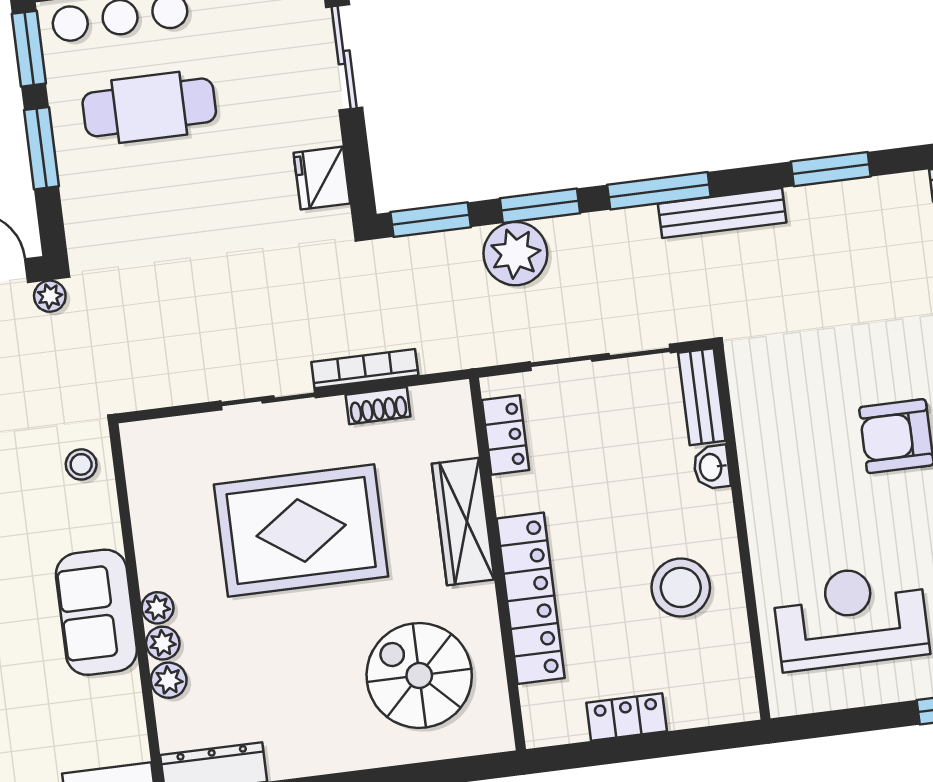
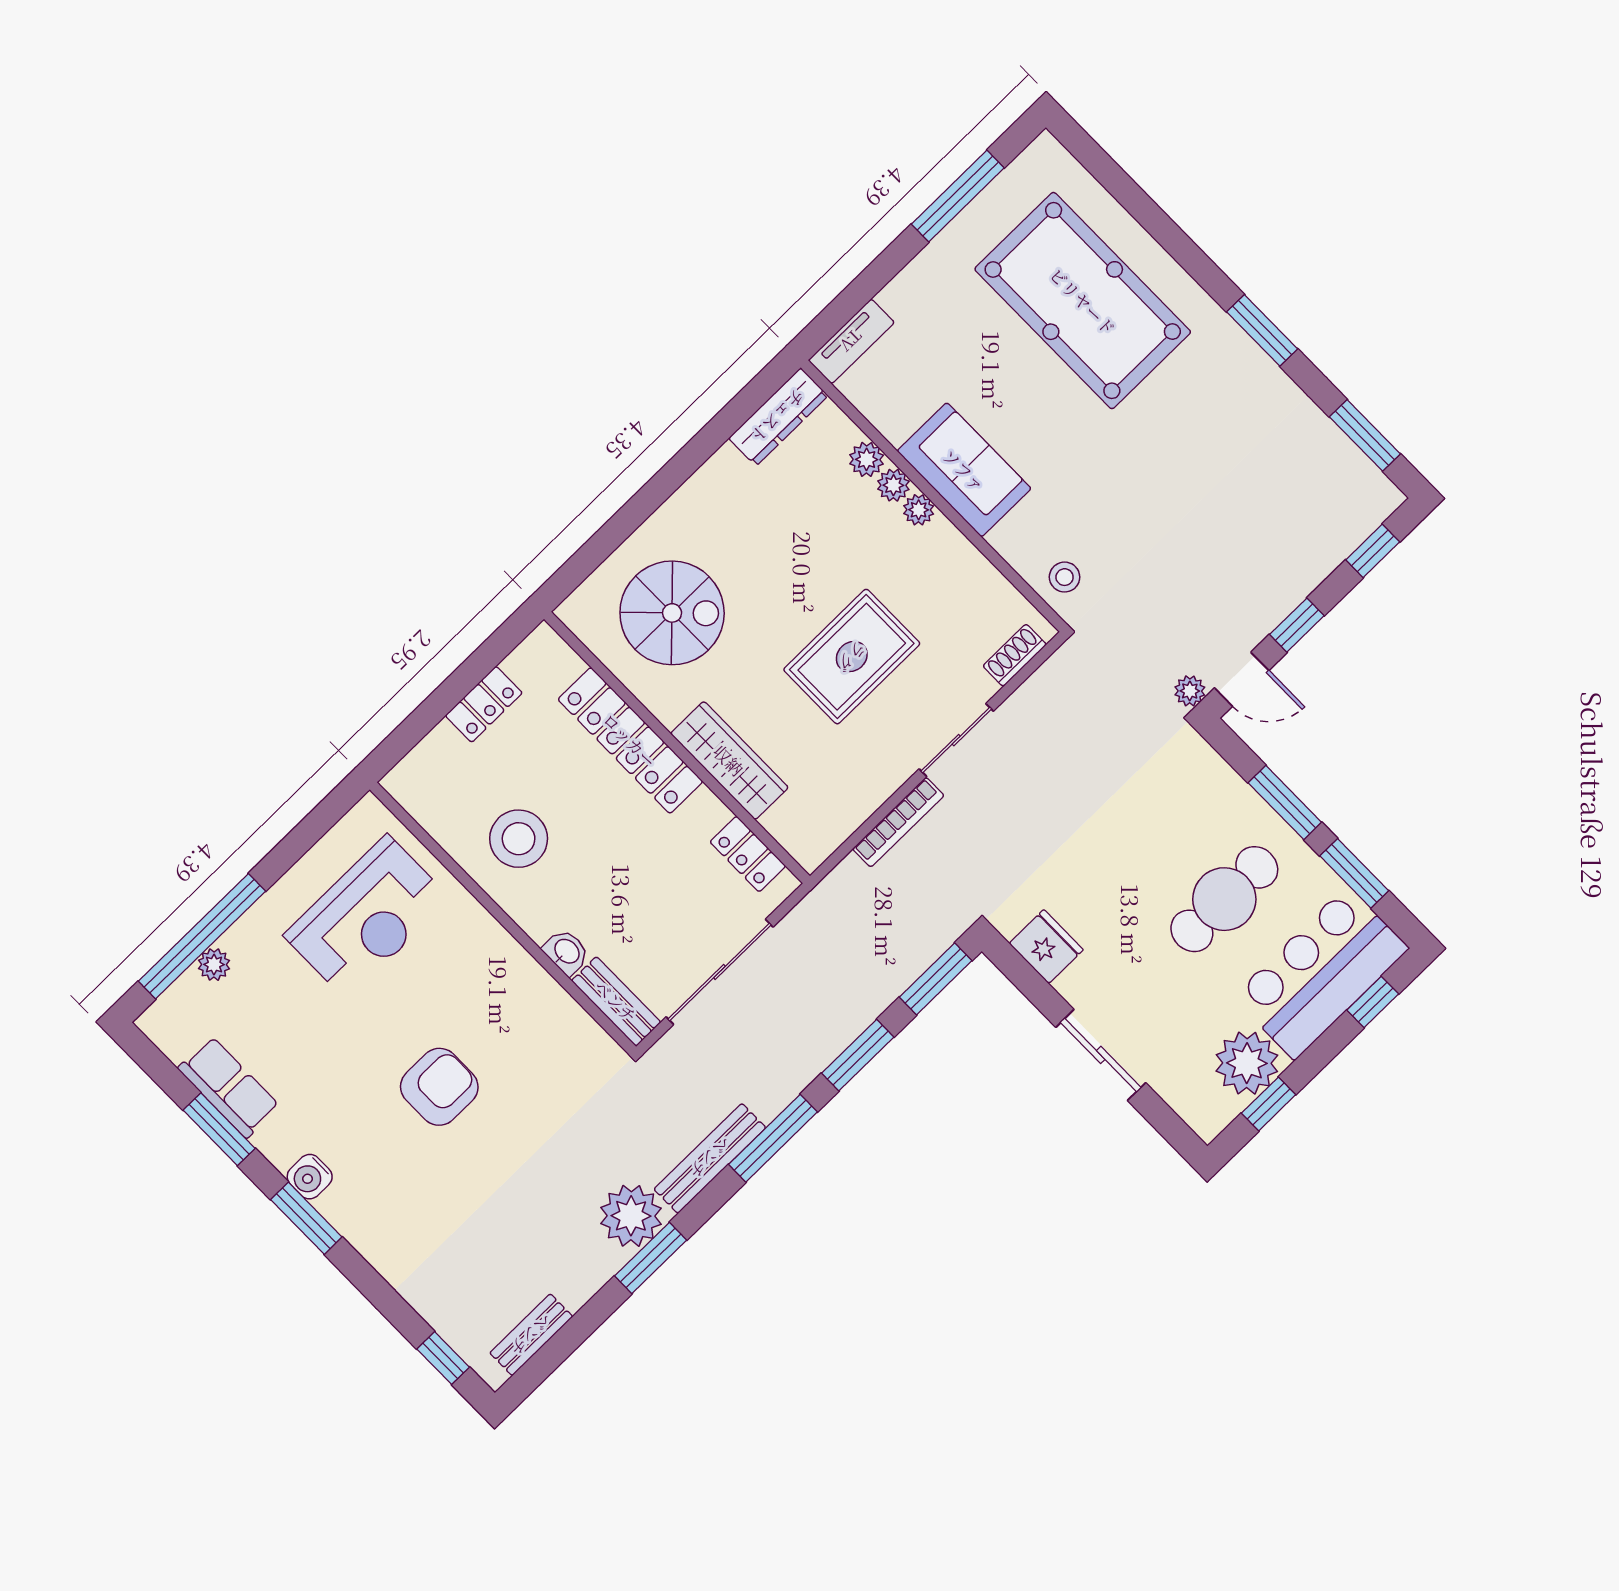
plant: (515, 254) -> (631, 1216), moved
shoe rack: (378, 406) -> (1015, 655), moved
rug: (301, 530) -> (852, 657), width x0.73, depth x0.69

